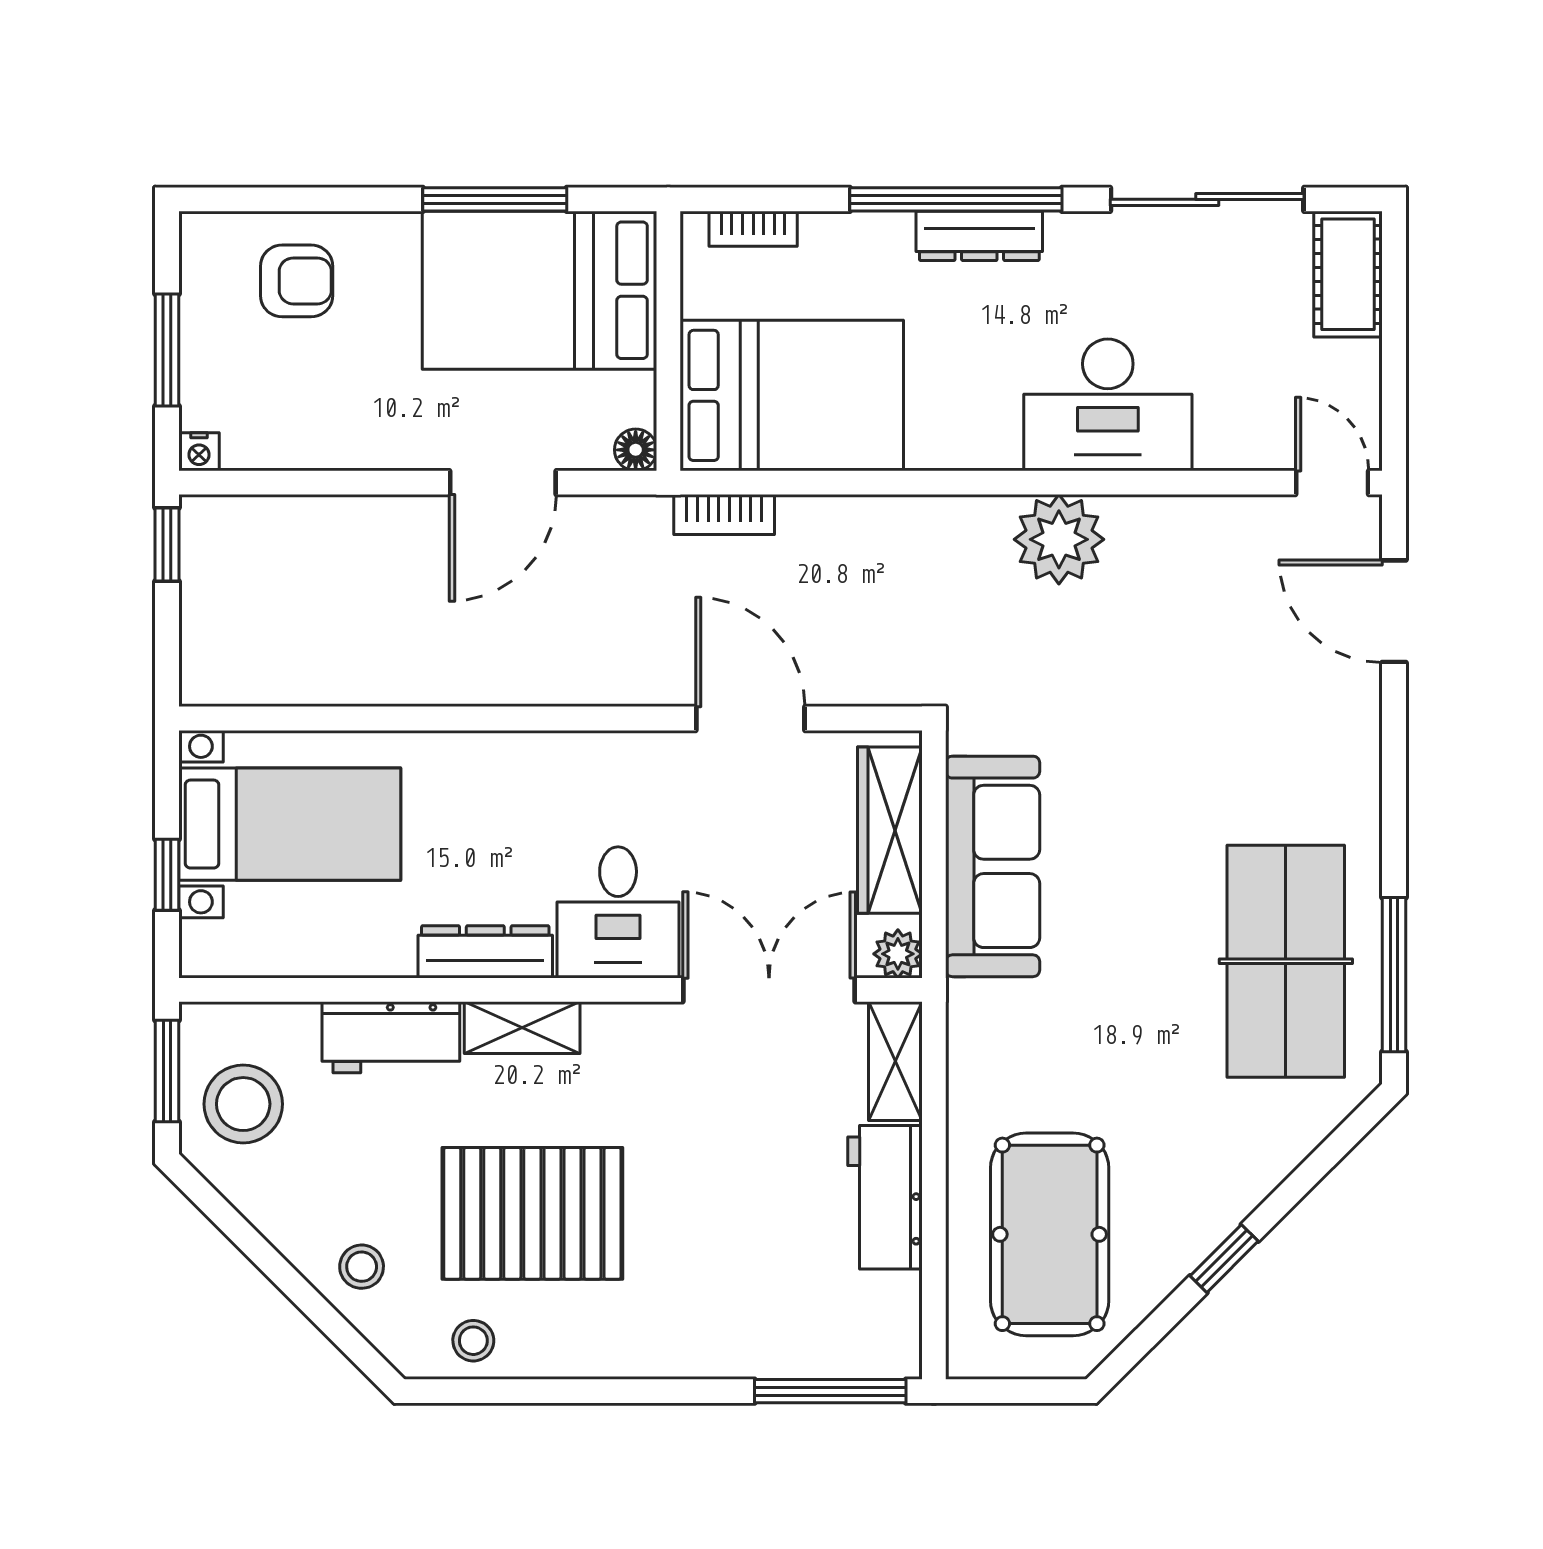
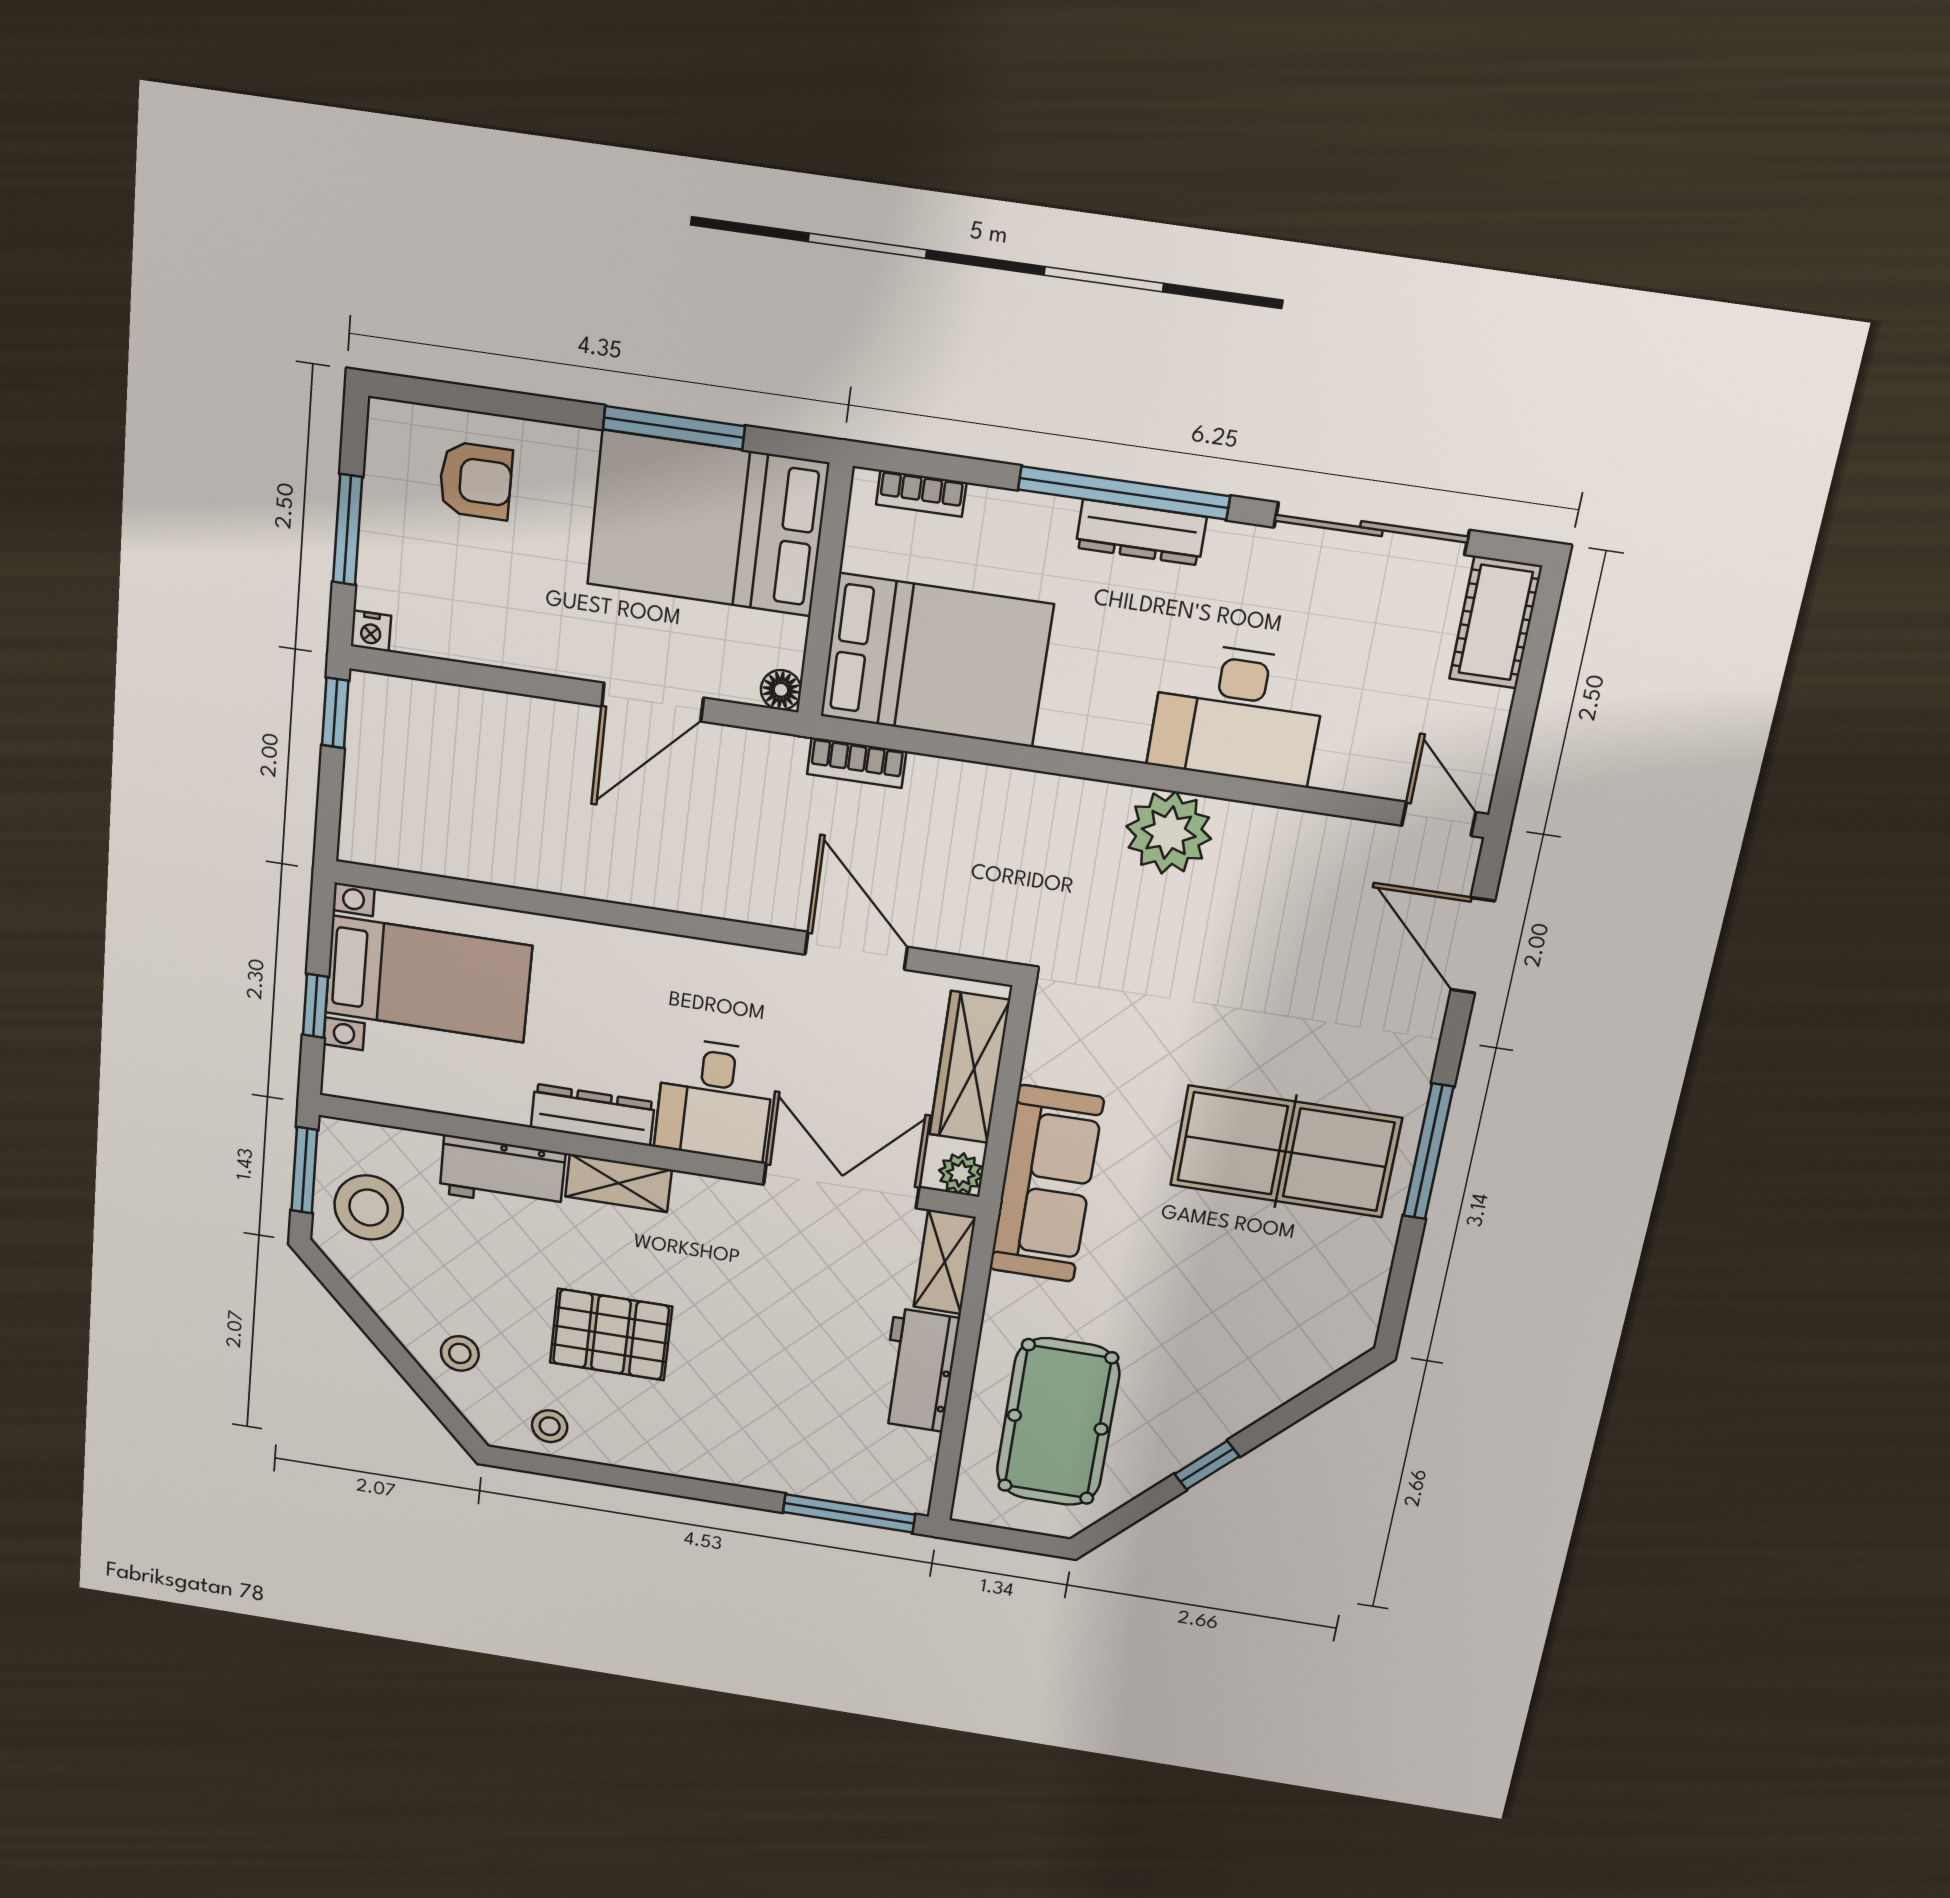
sofa: (993, 866) -> (1046, 1184), moved
table tennis table: (1286, 961) -> (1286, 1152), moved, turned 90
window: (1394, 975) -> (1428, 1152), moved
pallet: (532, 1213) -> (611, 1335), width x0.73, depth x0.71

